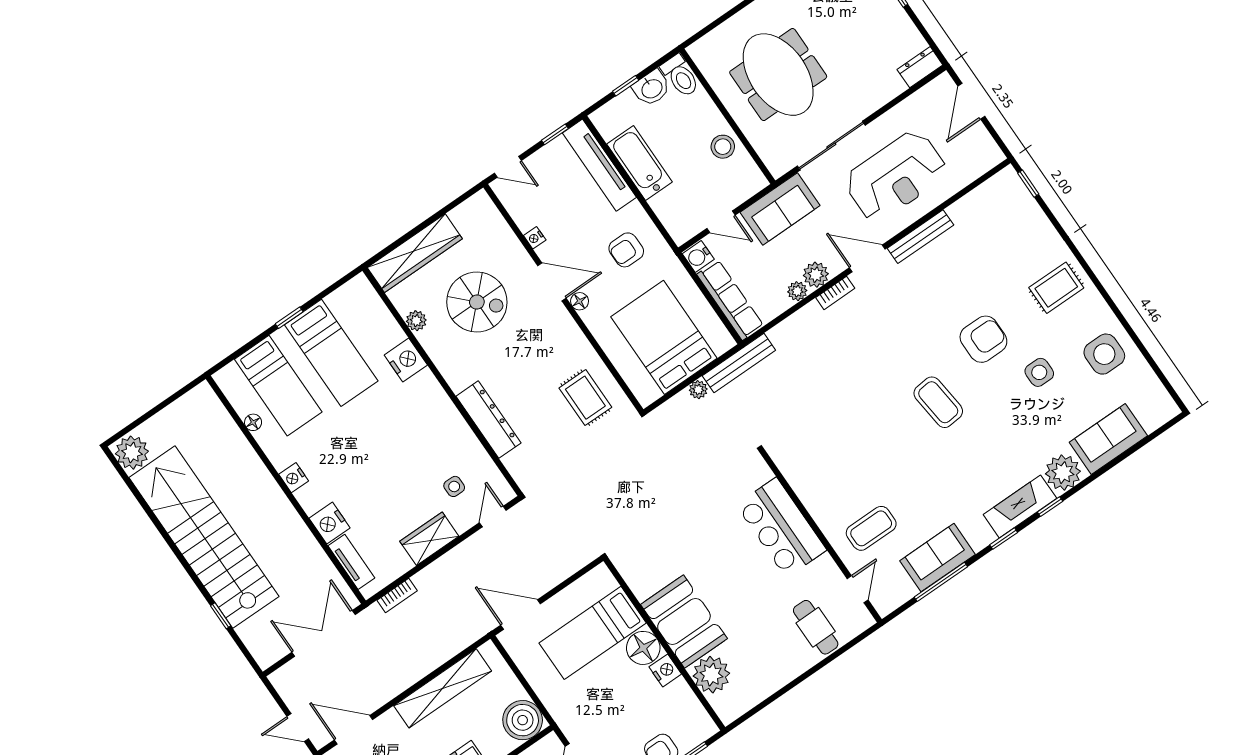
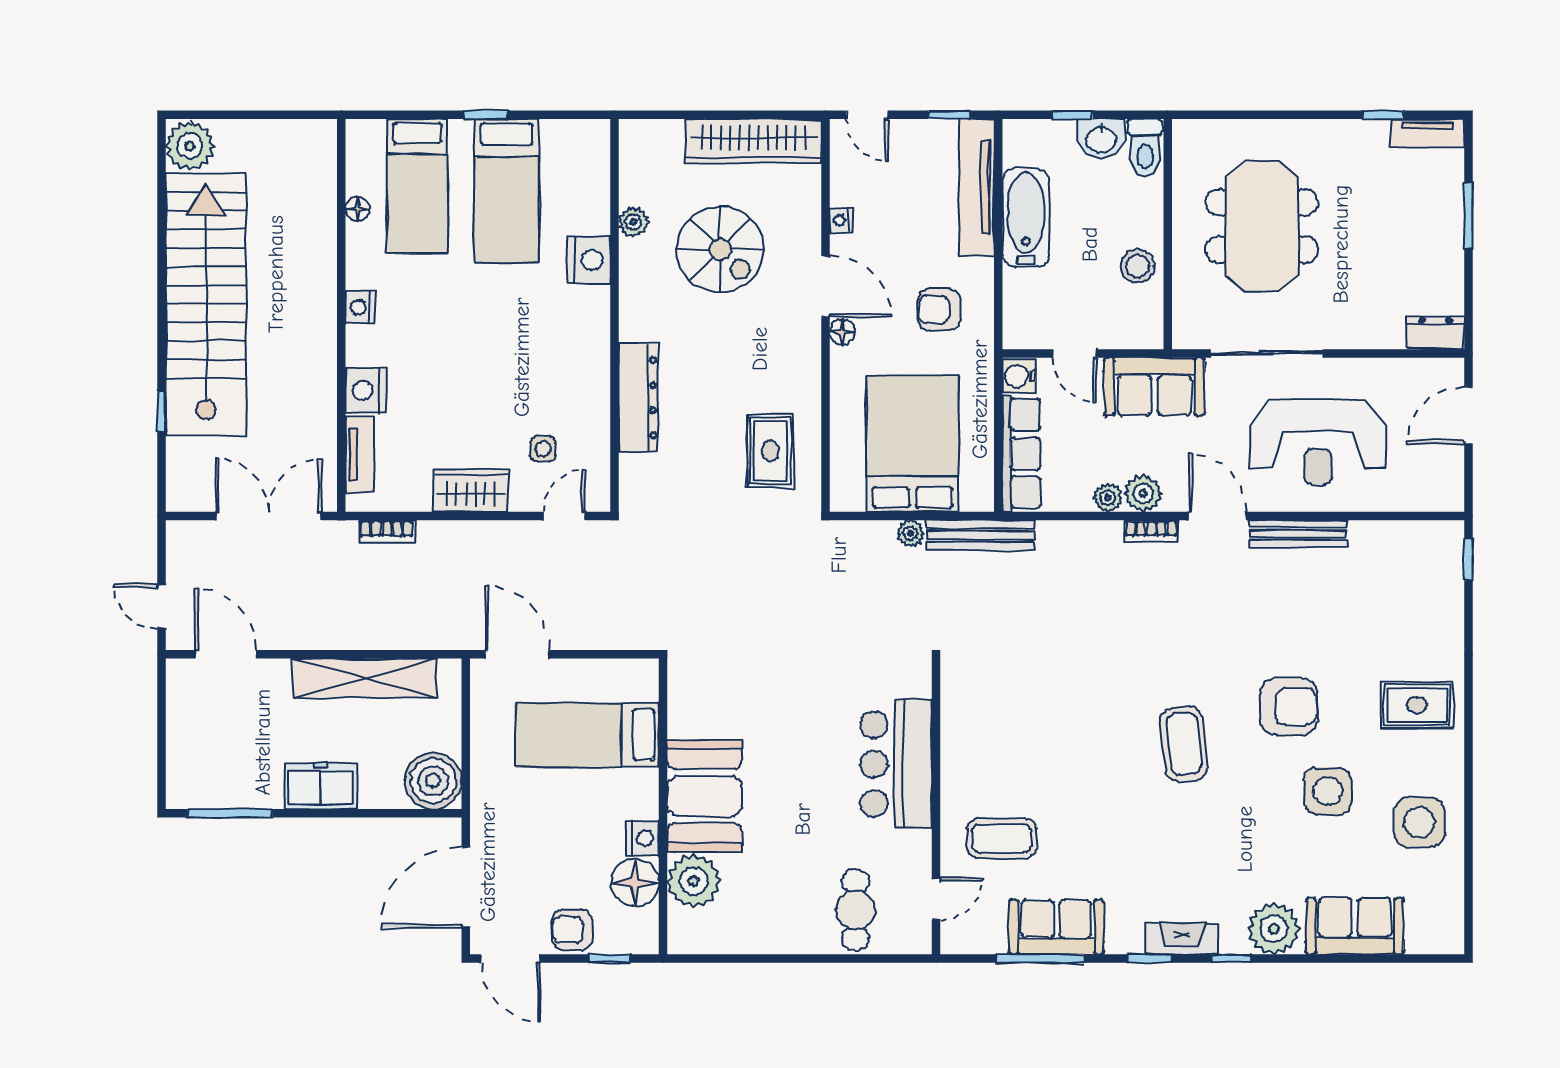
wardrobe: (415, 253) -> (753, 141), moved
side table: (1039, 372) -> (1328, 791), width x1.37, depth x1.37
fireplace: (1020, 506) -> (1182, 939), width x0.73, depth x0.76
floor lamp: (643, 648) -> (635, 883), moved

